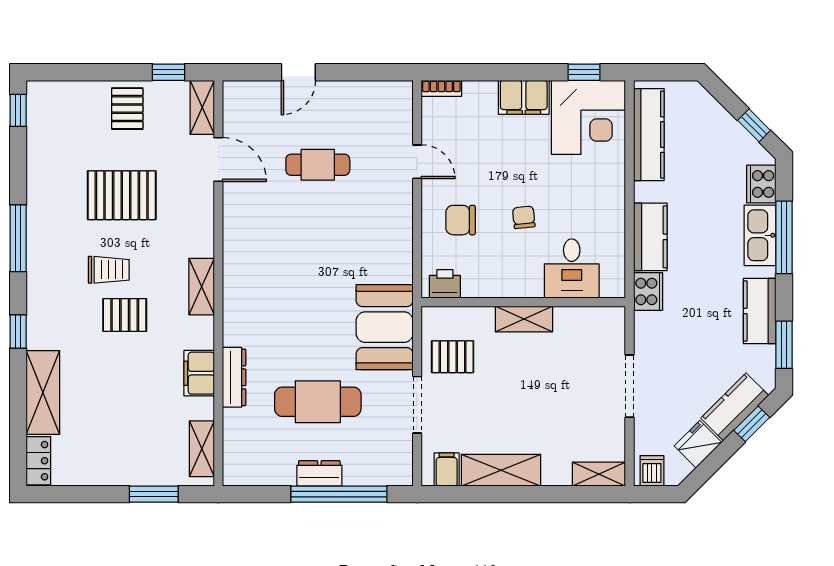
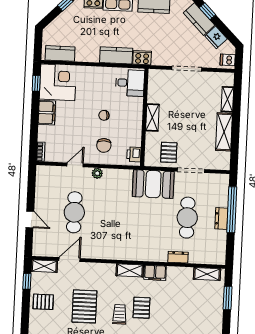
kitchen counter: (649, 135) -> (60, 53), width x0.67
cafe table: (318, 165) -> (74, 212), width x1.37, depth x1.35
plant: (402, 209) -> (97, 173), added
desk: (572, 268) -> (130, 83), moved
filing cabinet: (199, 373) -> (155, 273), moved
dresser: (234, 377) -> (178, 257), width x0.70
filing cabinet: (447, 469) -> (222, 158), removed
shelving: (599, 474) -> (227, 99), moved

